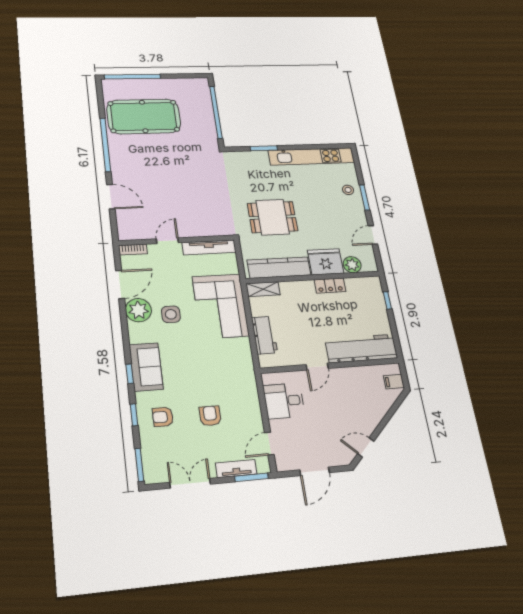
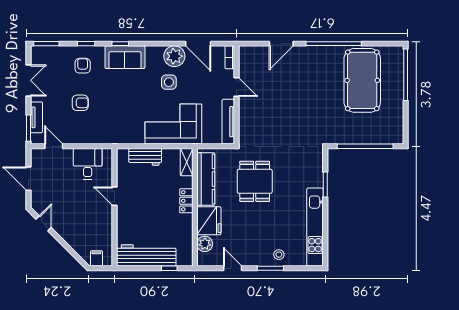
locker: (330, 286) -> (186, 201), moved
workbench: (361, 349) -> (146, 255), moved, turned -90

